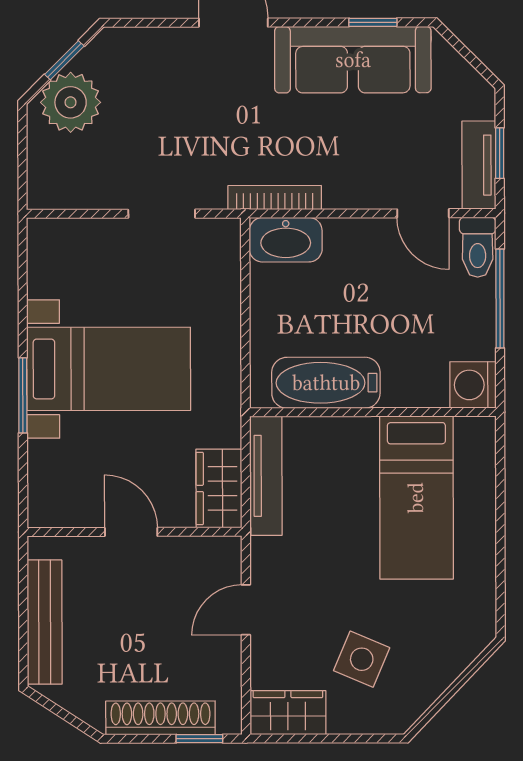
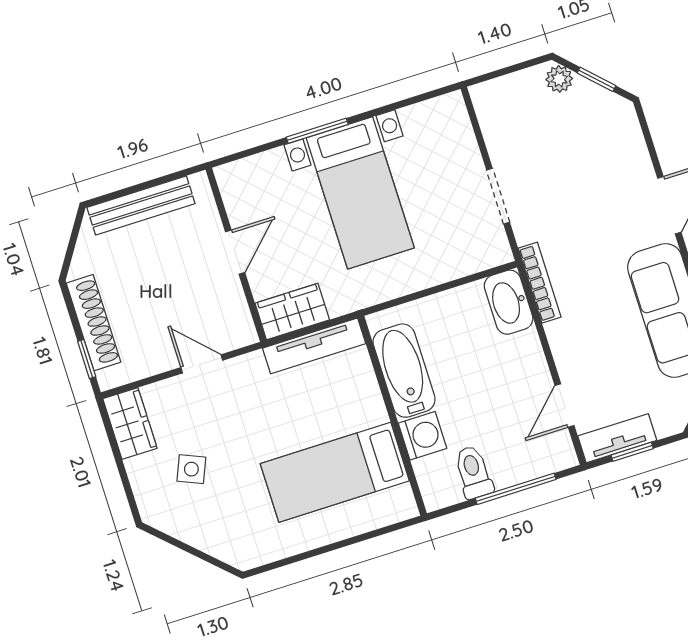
plant: (71, 102) -> (559, 79), width x0.53, depth x0.53
toilet: (478, 247) -> (473, 472), moved, turned 90
washing machine: (473, 385) -> (423, 436), moved, turned 90
side table: (362, 659) -> (191, 469), width x0.73, depth x0.73

